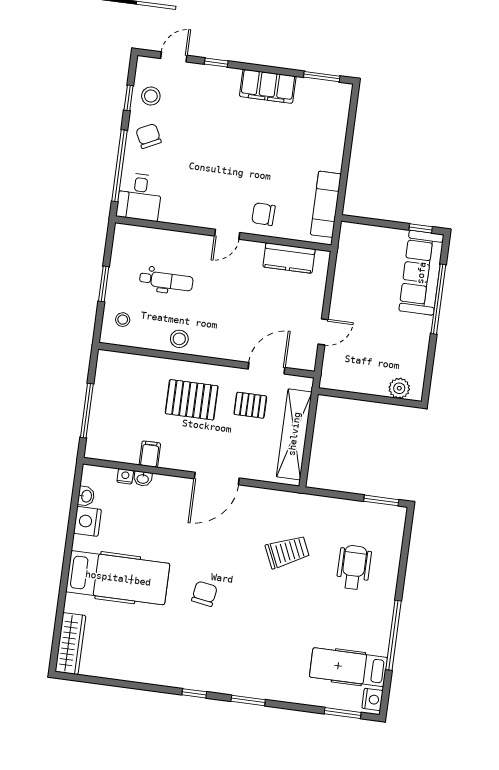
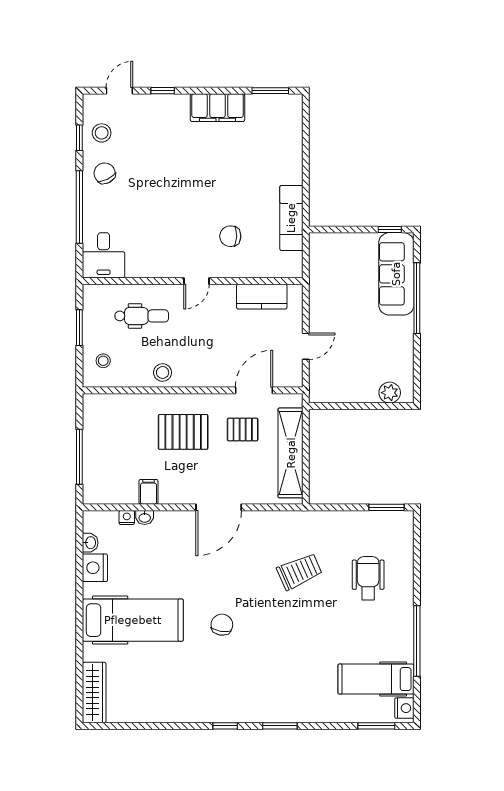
desk: (139, 197) -> (104, 255), moved
wall: (223, 234) -> (193, 281), moved
door: (227, 234) -> (197, 281), moved
kitchen counter: (289, 258) -> (262, 297), moved

